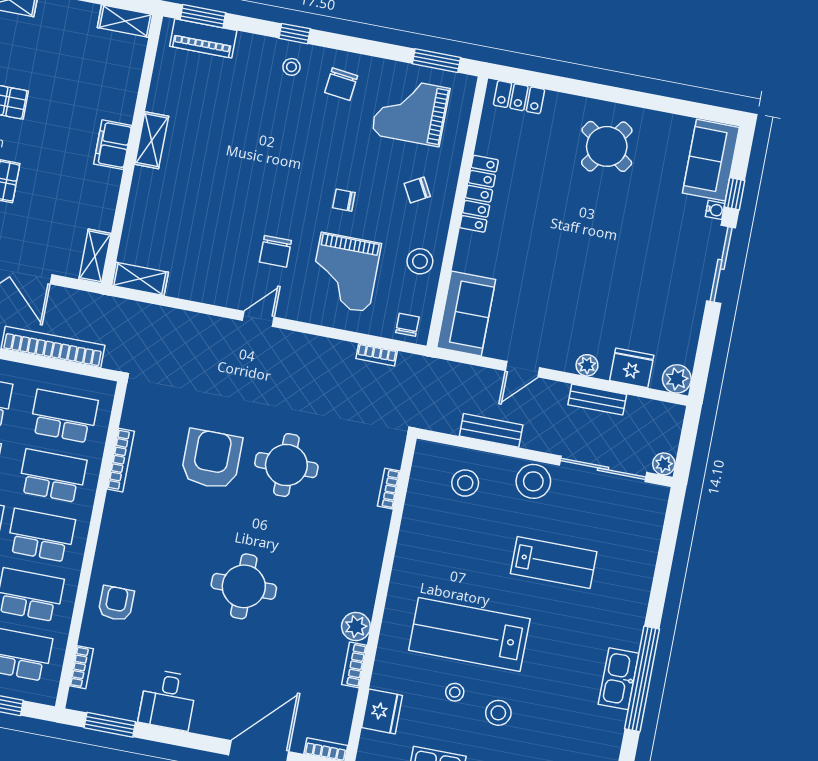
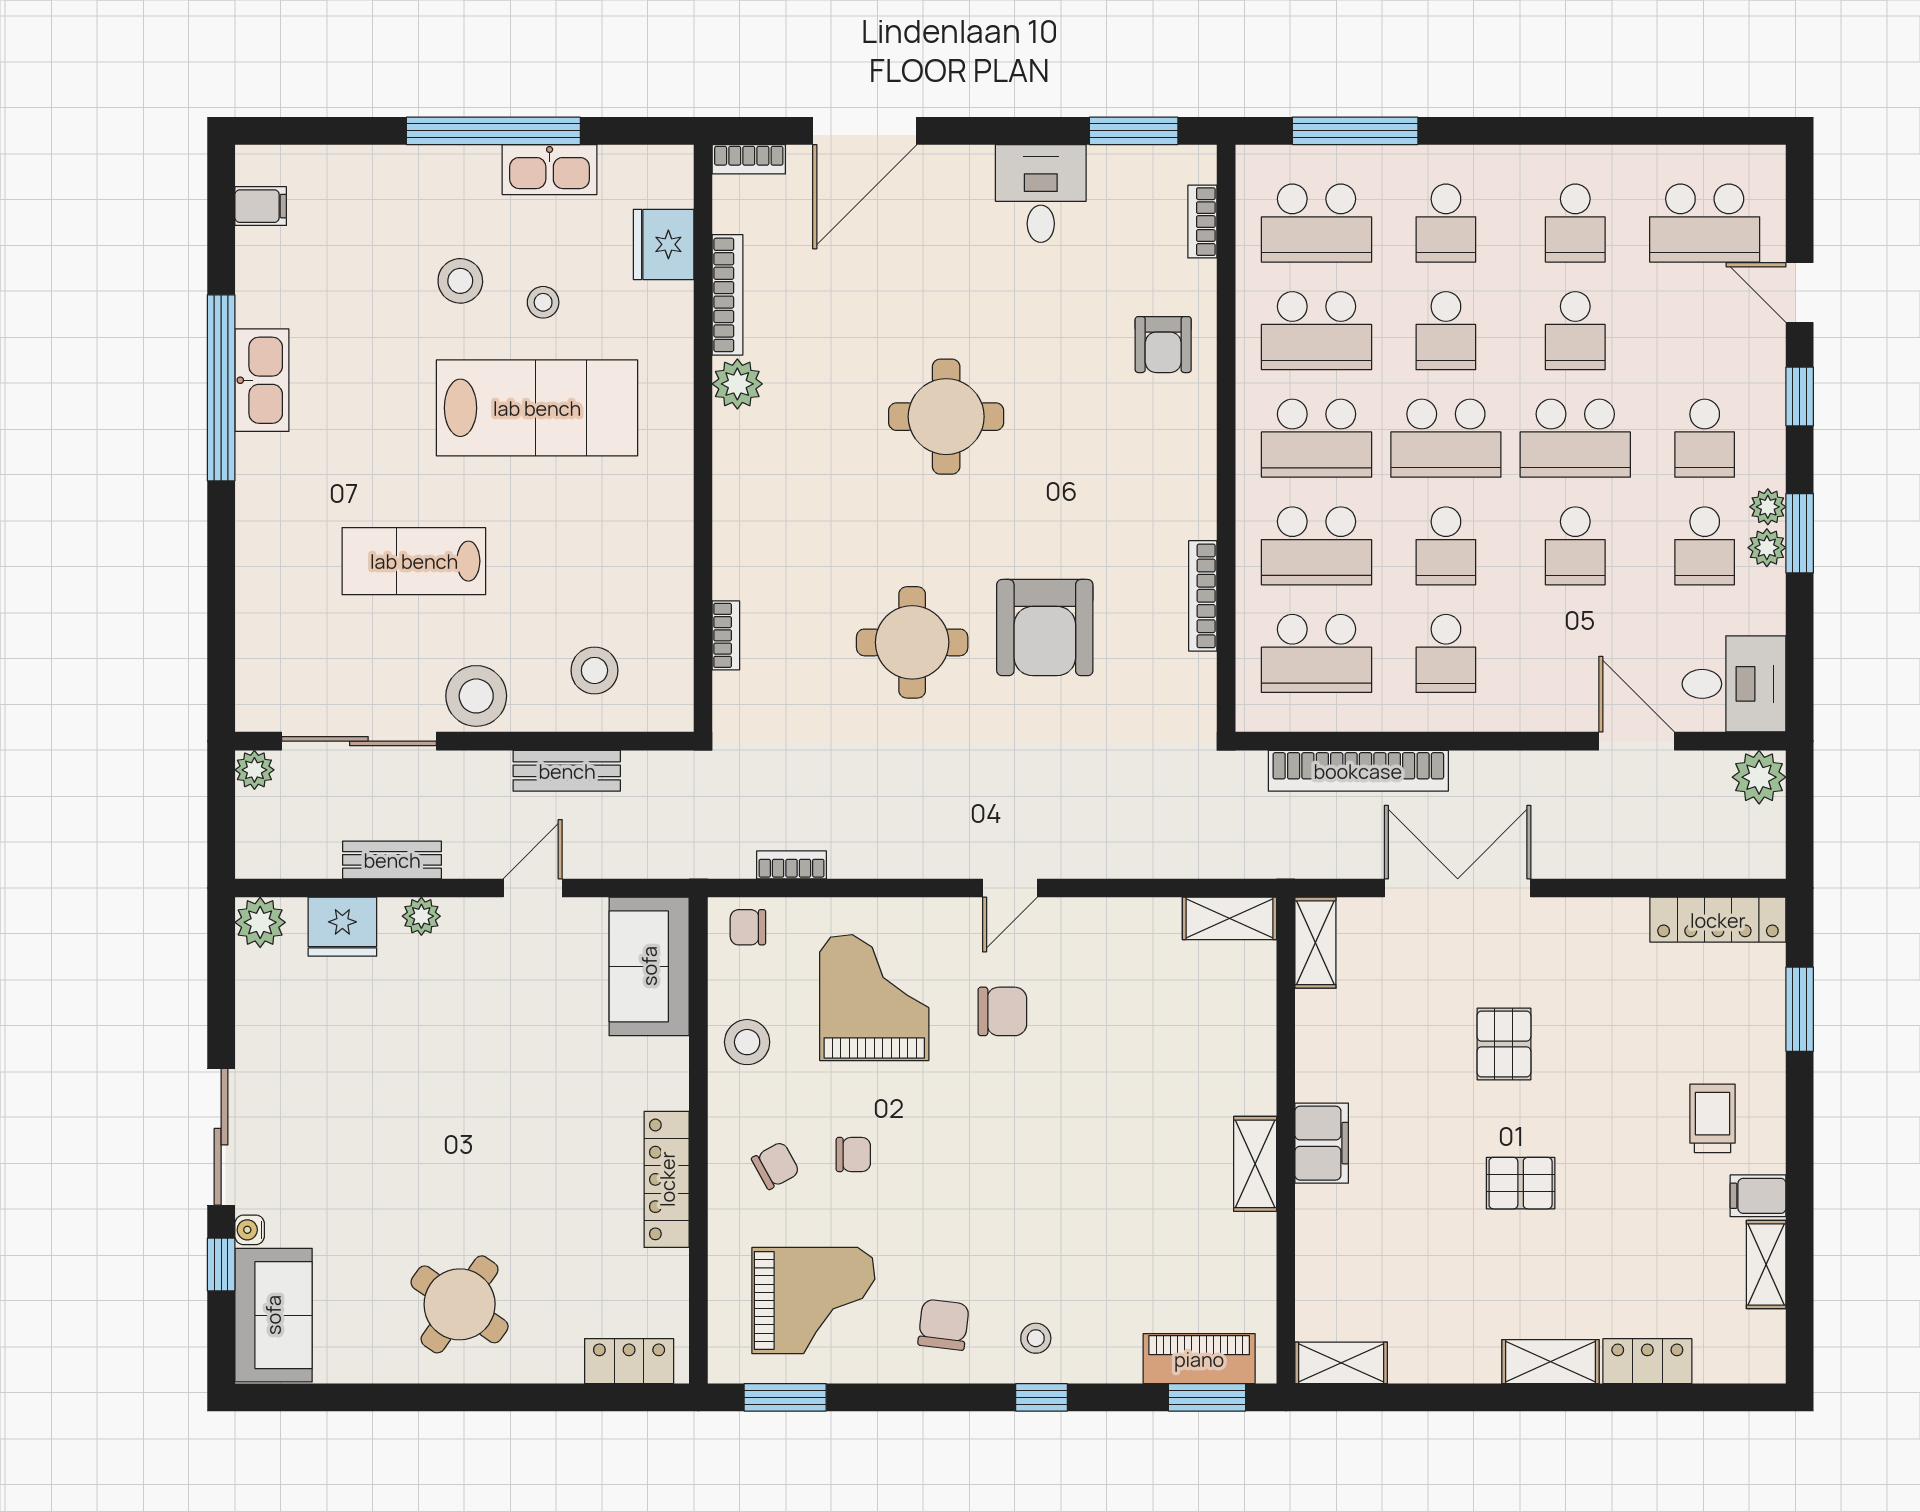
chair: (344, 200) -> (853, 1155), moved
chair: (275, 251) -> (1002, 1011), turned 90
chair: (407, 325) -> (748, 927), turned 90
bookcase: (354, 665) -> (728, 295), width x1.56

